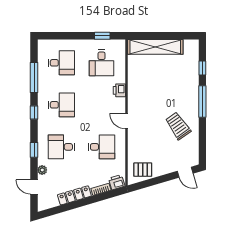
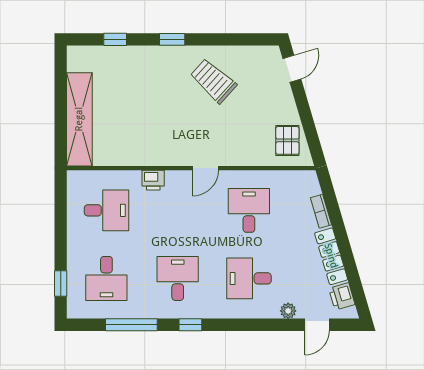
window: (102, 36) -> (61, 284), moved
desk: (61, 63) -> (106, 278), turned 180
window: (202, 102) -> (172, 39), width x0.46
trolley: (178, 126) -> (213, 81), turned 77
desk: (61, 147) -> (249, 278), turned 90
window: (34, 150) -> (254, 325), removed
printer: (117, 182) -> (342, 296), moved

